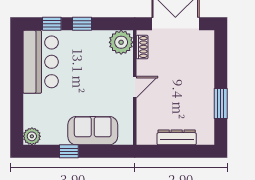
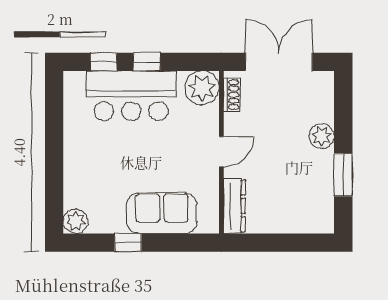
bar counter: (41, 62) -> (131, 96), moved, turned 90
plant: (206, 76) -> (322, 136), added
dresser: (177, 137) -> (234, 206), moved, turned 90

